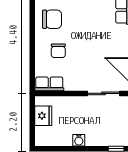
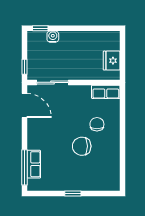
chair: (52, 19) -> (82, 146), moved
water cooler: (79, 140) -> (53, 37), moved

